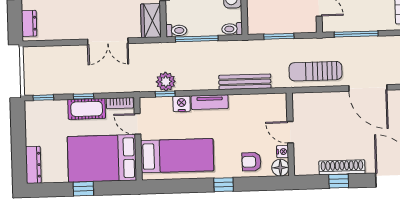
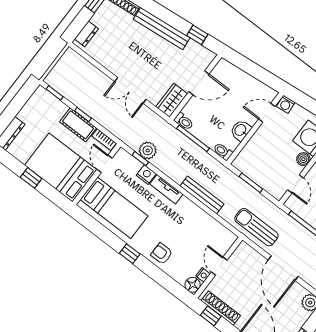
door: (290, 132) -> (219, 266), moved
wall: (290, 134) -> (218, 268), moved
nightstand: (282, 152) -> (203, 275), moved
floor lamp: (280, 168) -> (193, 285), moved

